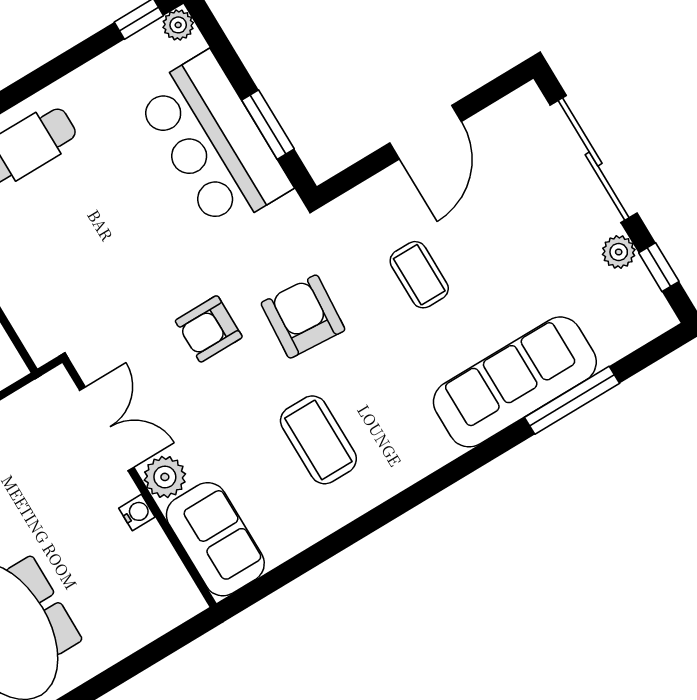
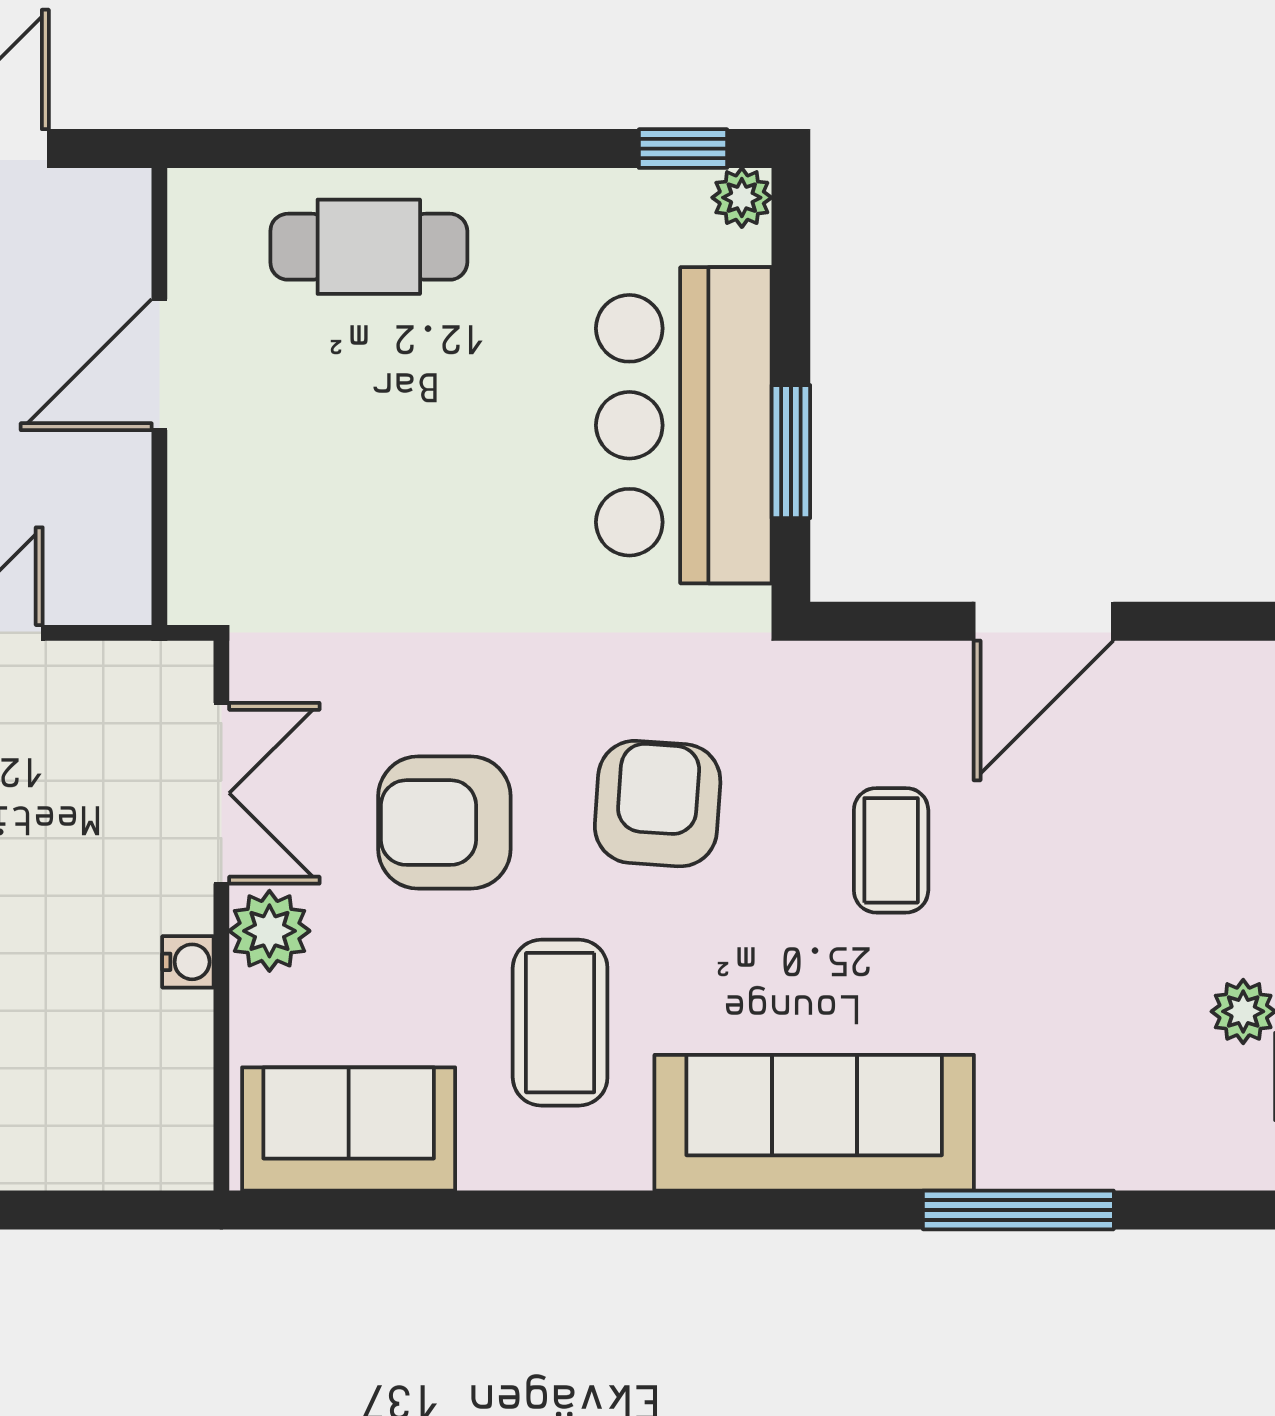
armchair: (209, 329) -> (444, 823), moved, width x1.38, depth x1.38
sofa: (515, 382) -> (814, 1123), moved
sofa: (215, 539) -> (349, 1129), moved, turned -90

